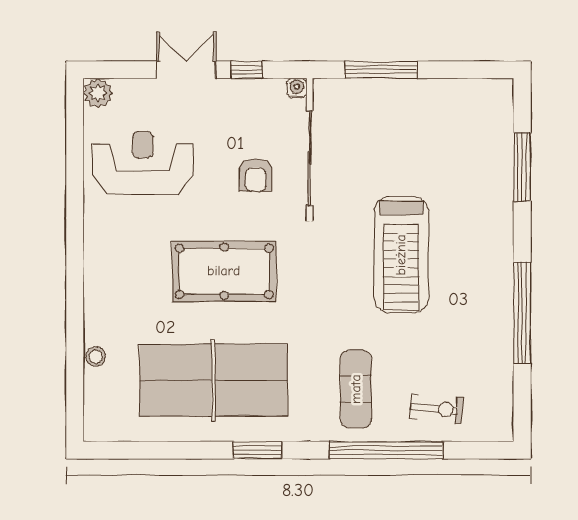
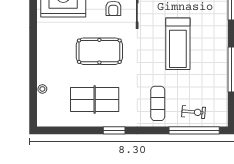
table tennis table: (213, 380) -> (95, 99), width x0.73, depth x0.76
window: (386, 450) -> (194, 130), moved

